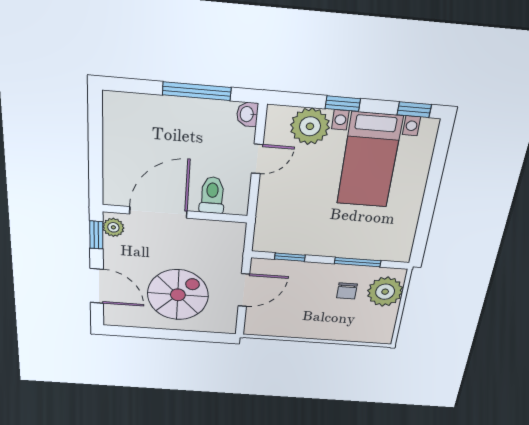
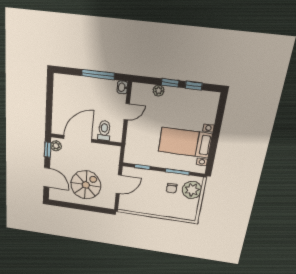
window: (414, 110) -> (194, 86), moved
plant: (310, 126) -> (159, 91), width x0.53, depth x0.53
bed with nightstands: (369, 160) -> (185, 143), moved, turned 90

